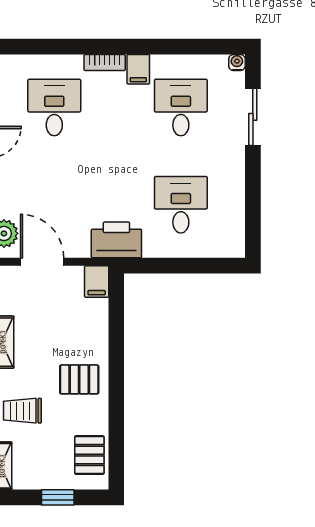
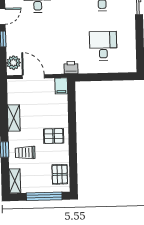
printer: (116, 240) -> (71, 68), width x0.53, depth x0.68
window: (58, 497) -> (44, 196), width x2.17

